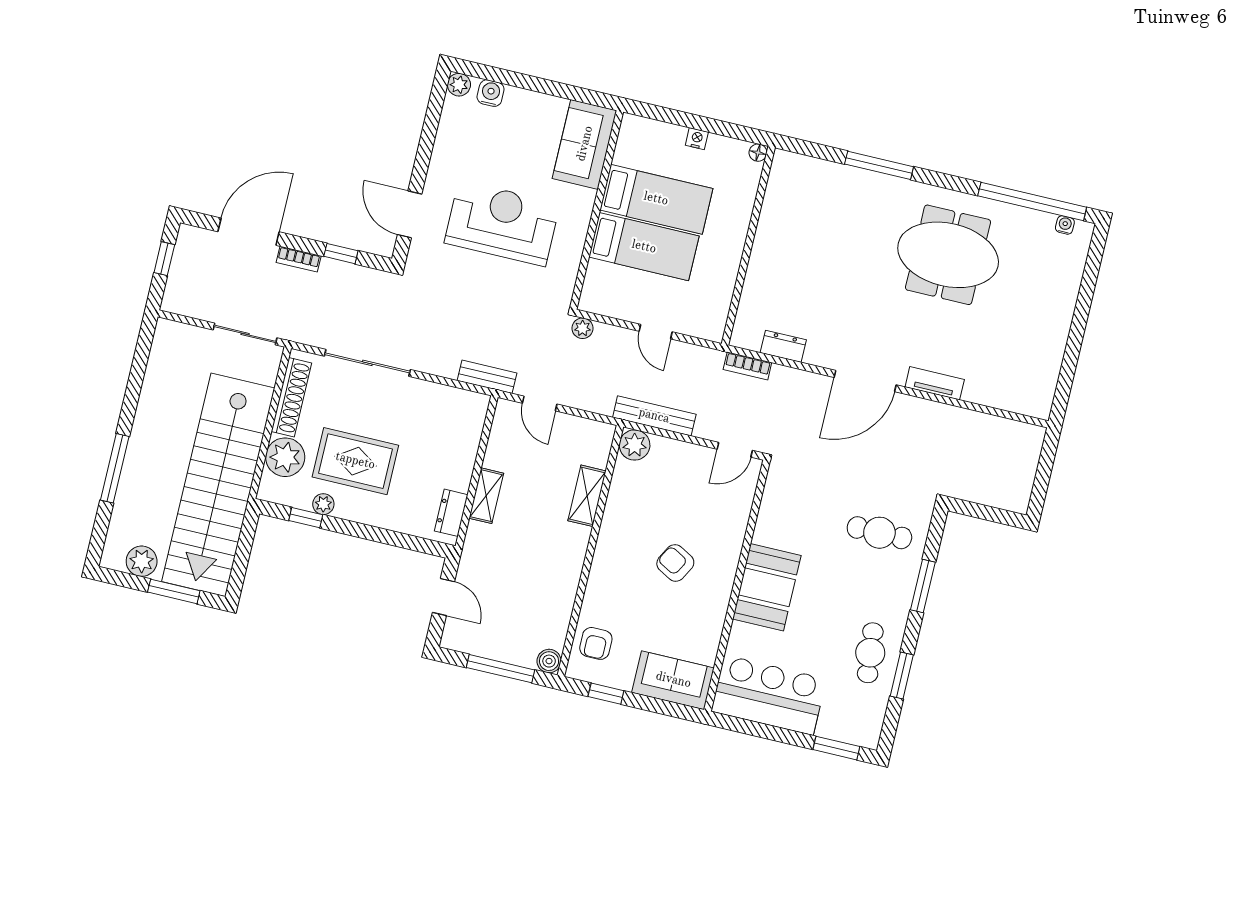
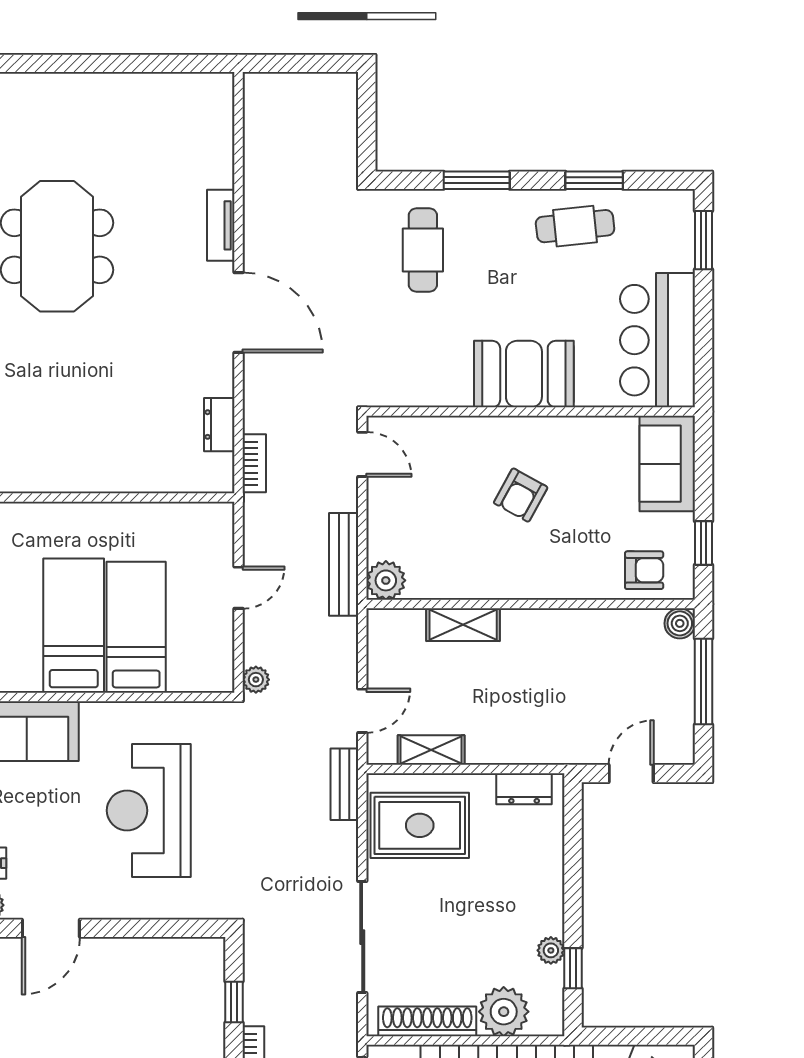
door: (410, 214) -> (51, 928), moved
rug: (355, 461) -> (420, 825), moved, turned 90
shelving: (486, 496) -> (431, 750), moved

